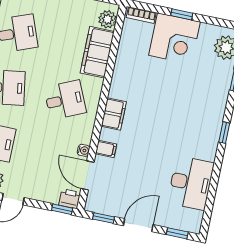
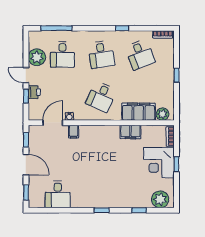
desk: (65, 100) -> (101, 97), turned 48
filing cabinet: (114, 114) -> (130, 132), moved
desk: (191, 183) -> (58, 194), width x0.73
printer: (70, 199) -> (34, 92), moved
window: (62, 209) -> (26, 96), moved

